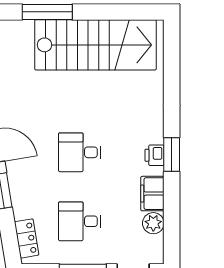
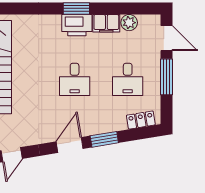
printer: (155, 155) -> (77, 25), width x1.87, depth x1.48

